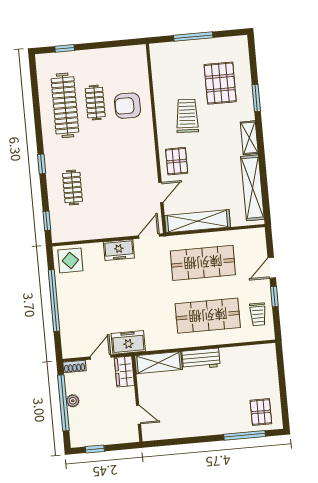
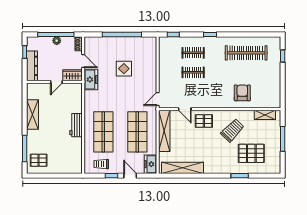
clothes rail: (95, 103) -> (193, 72), moved
trolley: (187, 116) -> (232, 130), turned -49
shelving: (249, 138) -> (265, 115), moved
door: (149, 236) -> (158, 99), swing flipped
freezer: (119, 250) -> (151, 164), moved
display table: (70, 260) -> (124, 69), moved
shelving: (159, 363) -> (33, 115), moved
door: (139, 415) -> (56, 82), moved
dresser: (115, 436) -> (32, 66), added

